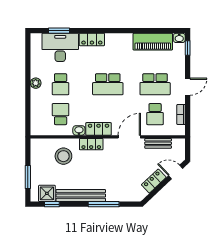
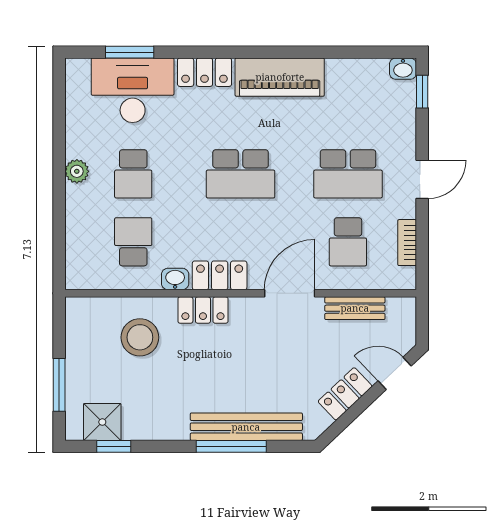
piano: (153, 42) -> (280, 77), moved
bench: (81, 195) -> (246, 427), moved

